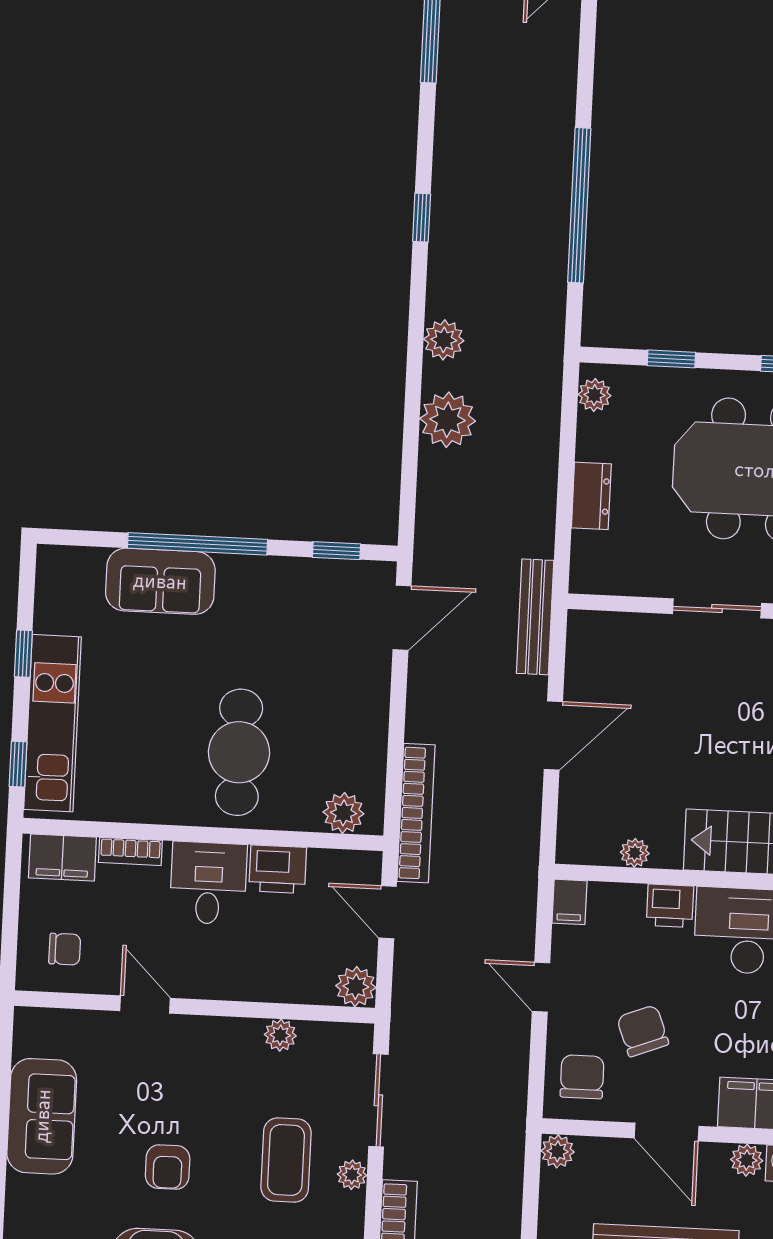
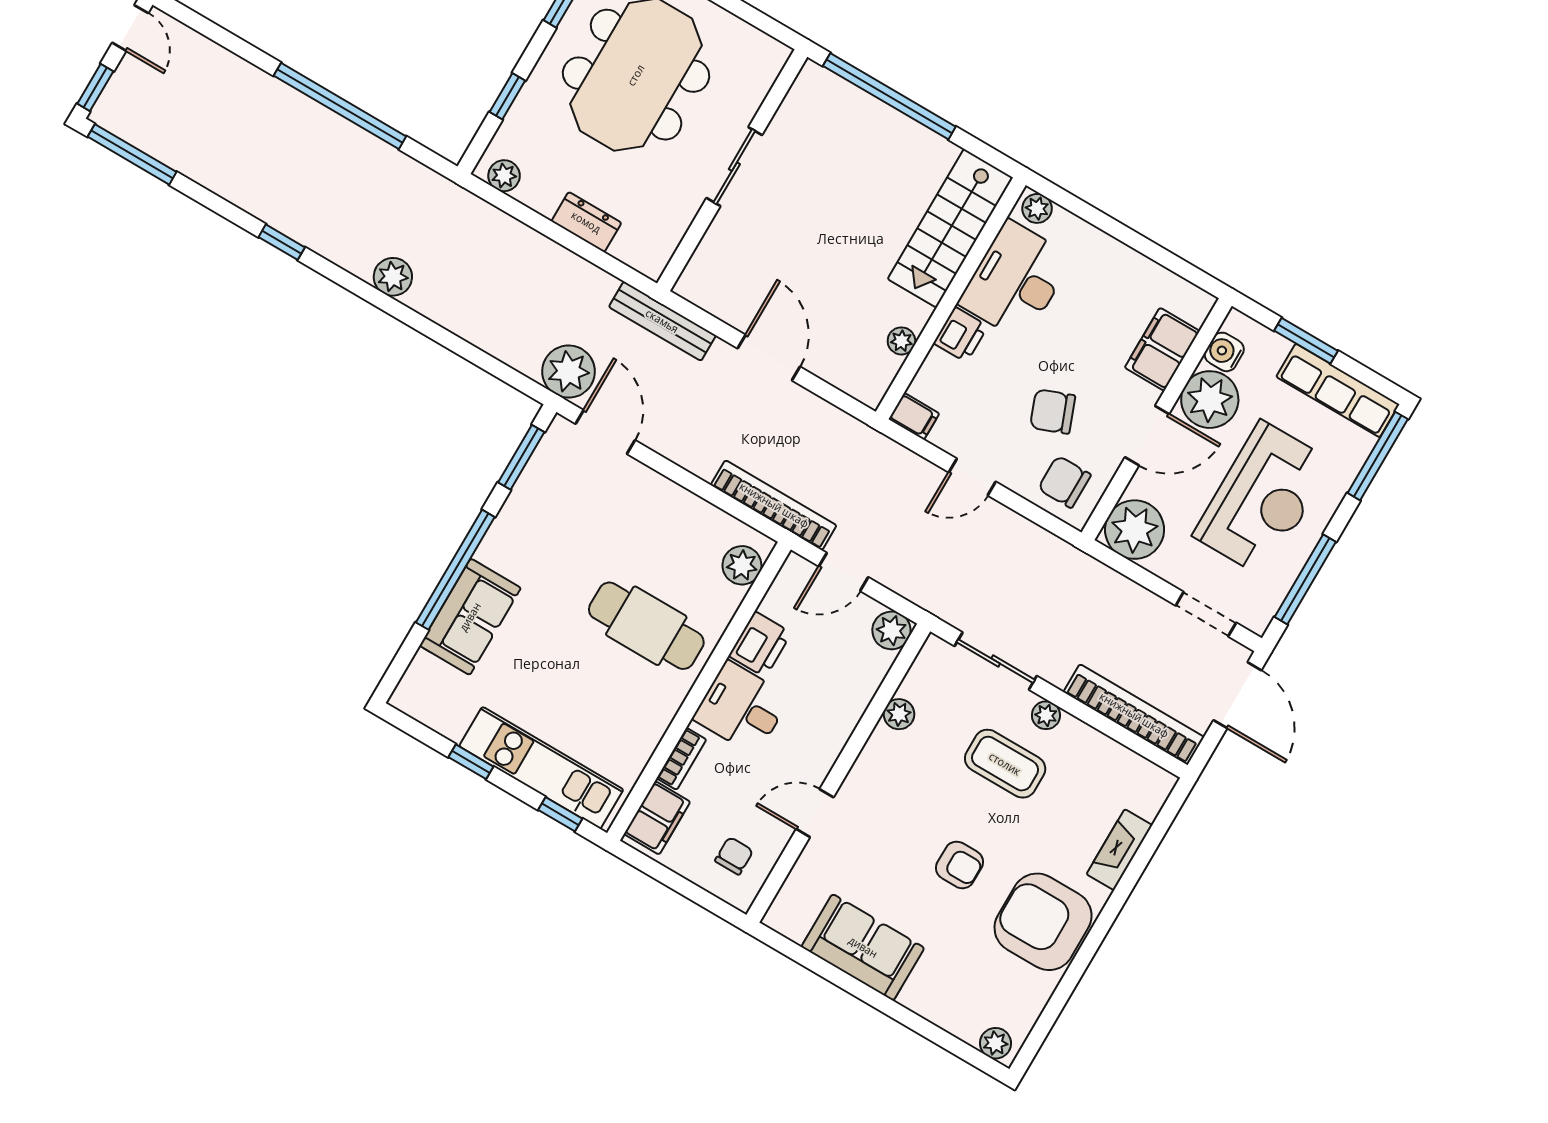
plant: (448, 420) -> (569, 372), moved
window: (337, 551) -> (521, 457), width x1.50
plant: (558, 1151) -> (1135, 530), width x1.87, depth x1.87
plant: (747, 1160) -> (1210, 400), width x1.87, depth x1.87

